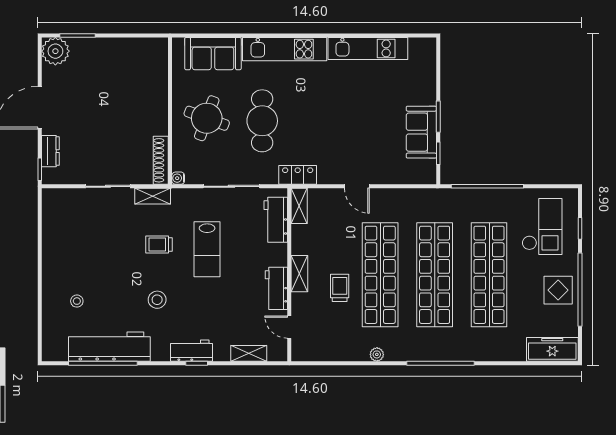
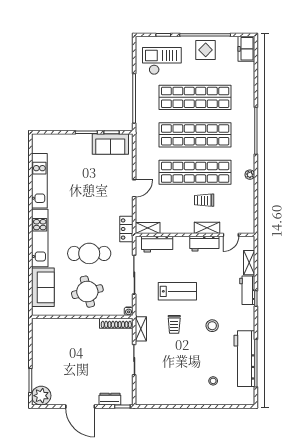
round table: (207, 118) -> (87, 292), turned -34
sofa: (421, 132) -> (110, 144), moved
shelving: (299, 274) -> (207, 228), moved
freezer: (552, 349) -> (246, 49), width x0.71
workbench: (192, 351) -> (247, 290), moved

